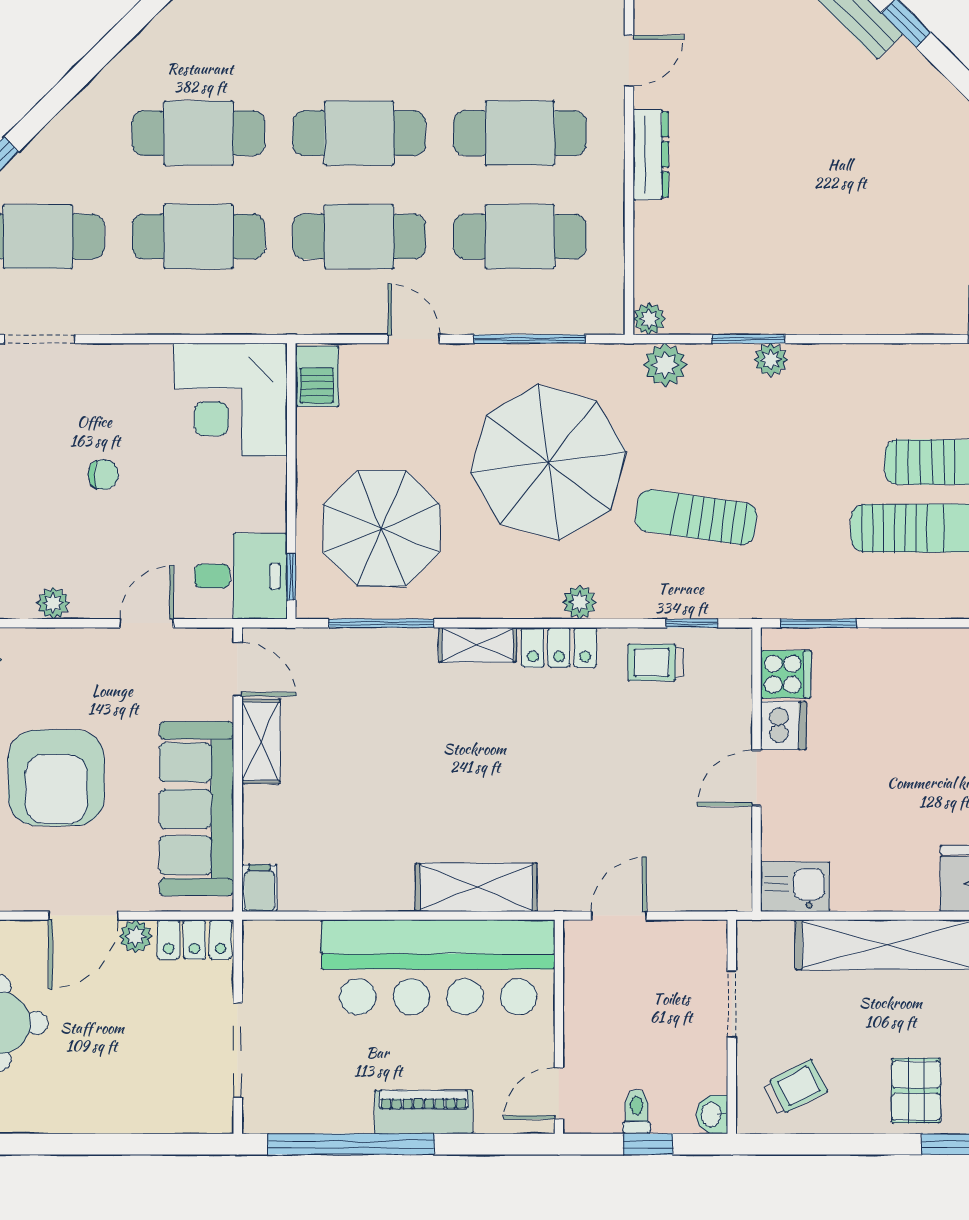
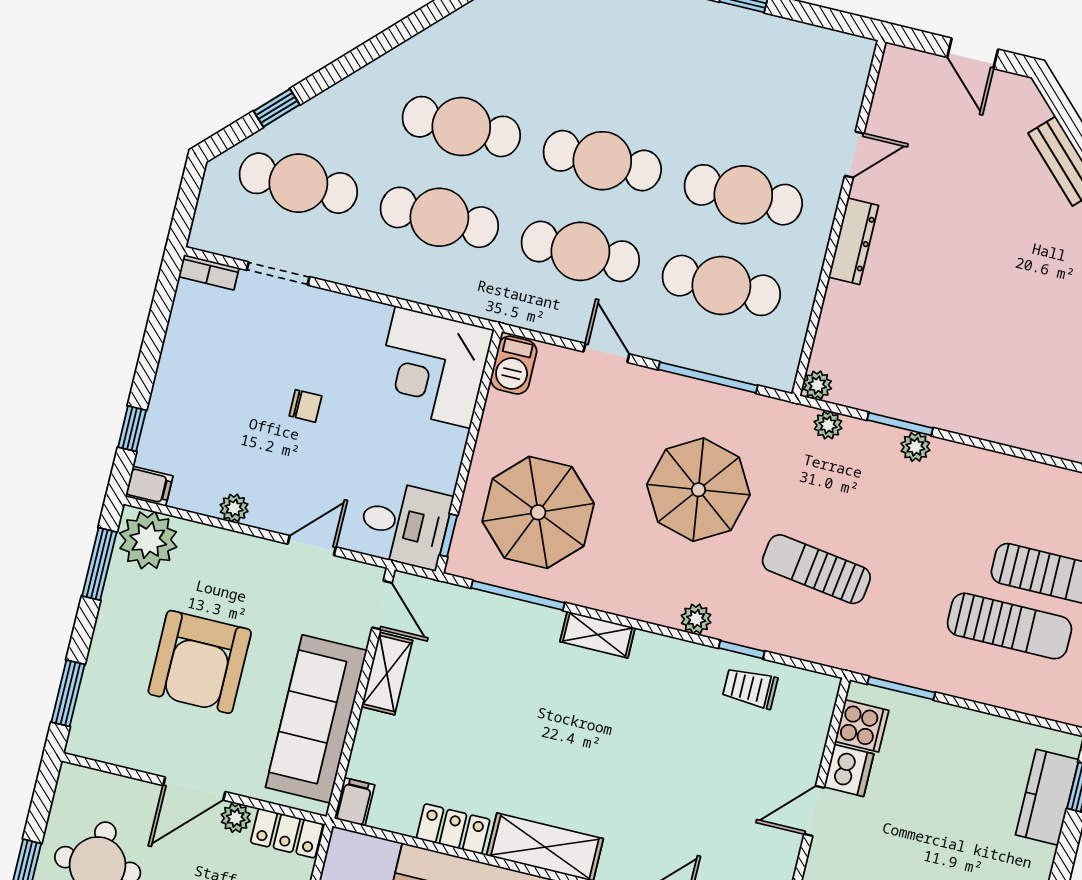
plant: (665, 365) -> (828, 425), width x0.73, depth x0.73
parasol: (548, 462) -> (698, 490), width x0.73, depth x0.73
window: (692, 623) -> (742, 650), moved
locker: (559, 647) -> (453, 829), moved, turned 180

